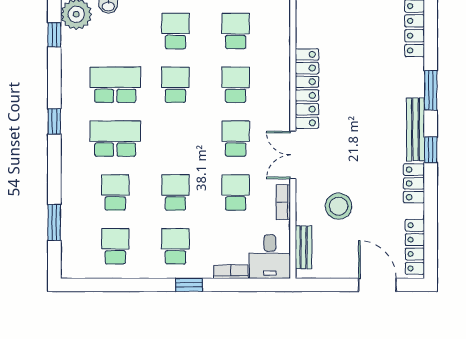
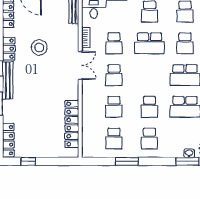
locker: (307, 89) -> (72, 124), moved
school desk: (175, 192) -> (149, 43), width x1.85
stool: (339, 206) -> (39, 47), moved

